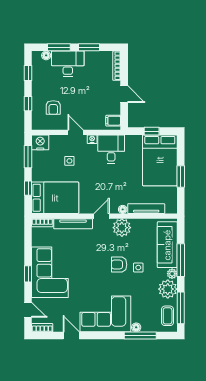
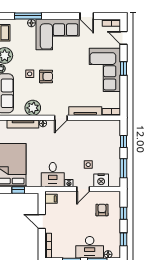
door: (75, 132) -> (83, 189), hinge flipped
nightstand: (40, 142) -> (101, 180), moved
bed: (55, 198) -> (100, 133), removed
plant: (122, 228) -> (33, 108), moved

